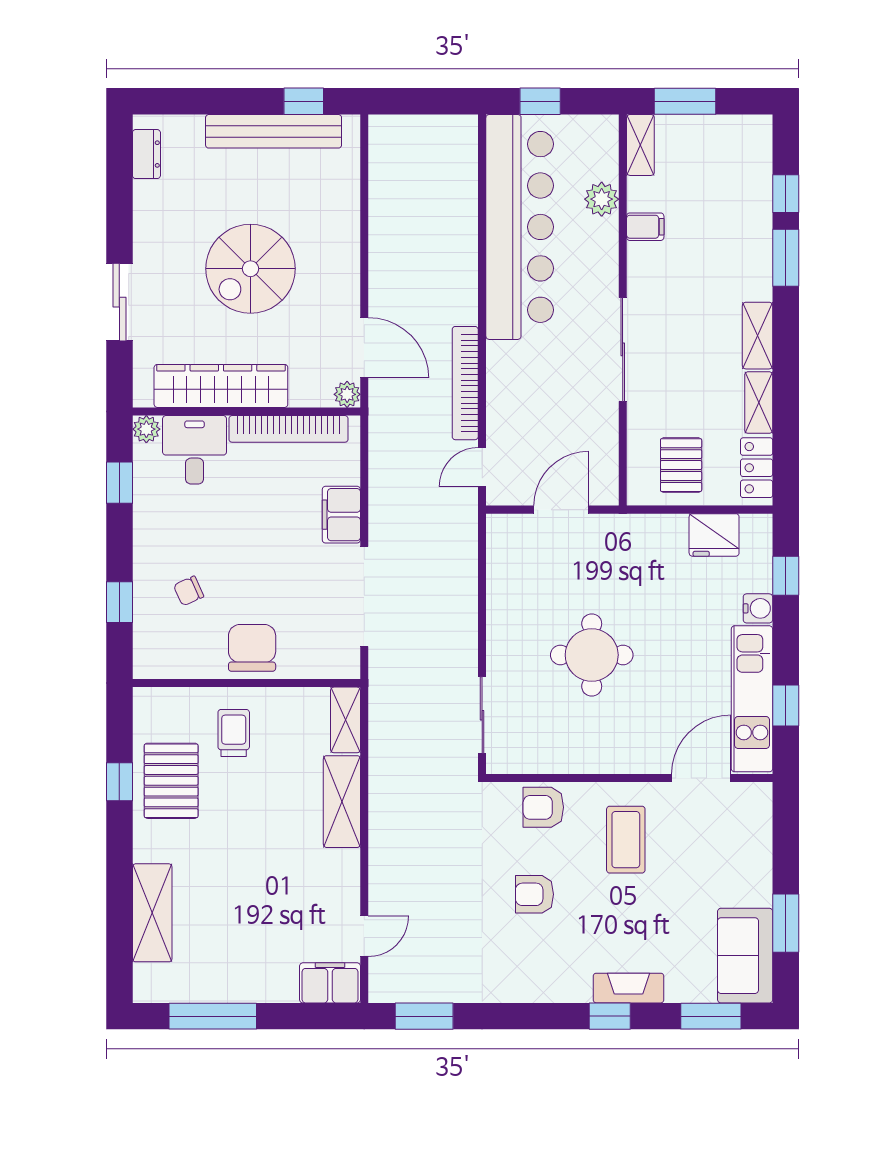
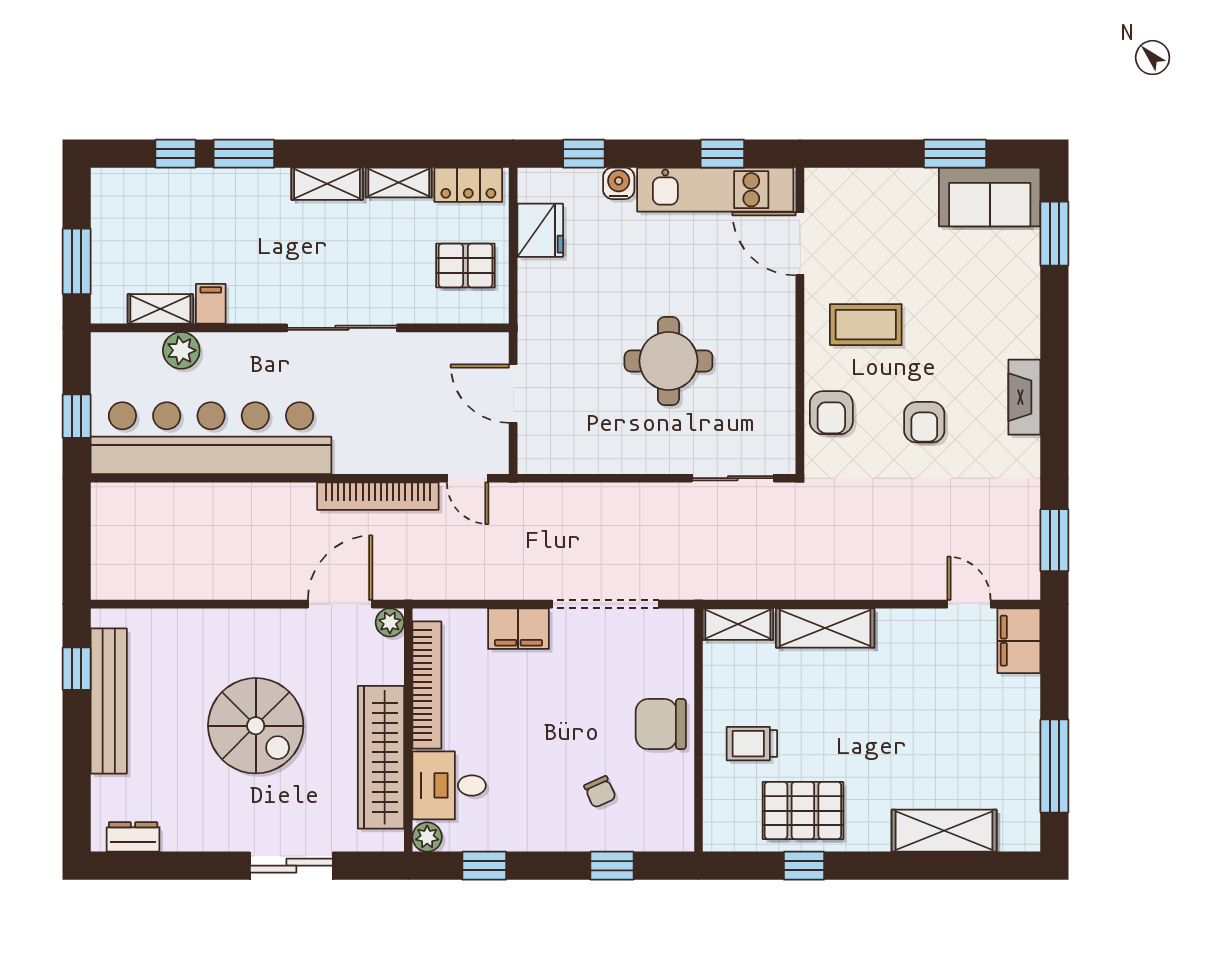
shelving: (640, 145) -> (160, 309), moved
fireplace: (629, 988) -> (1024, 397), moved
window: (610, 1016) -> (1054, 342), removed

